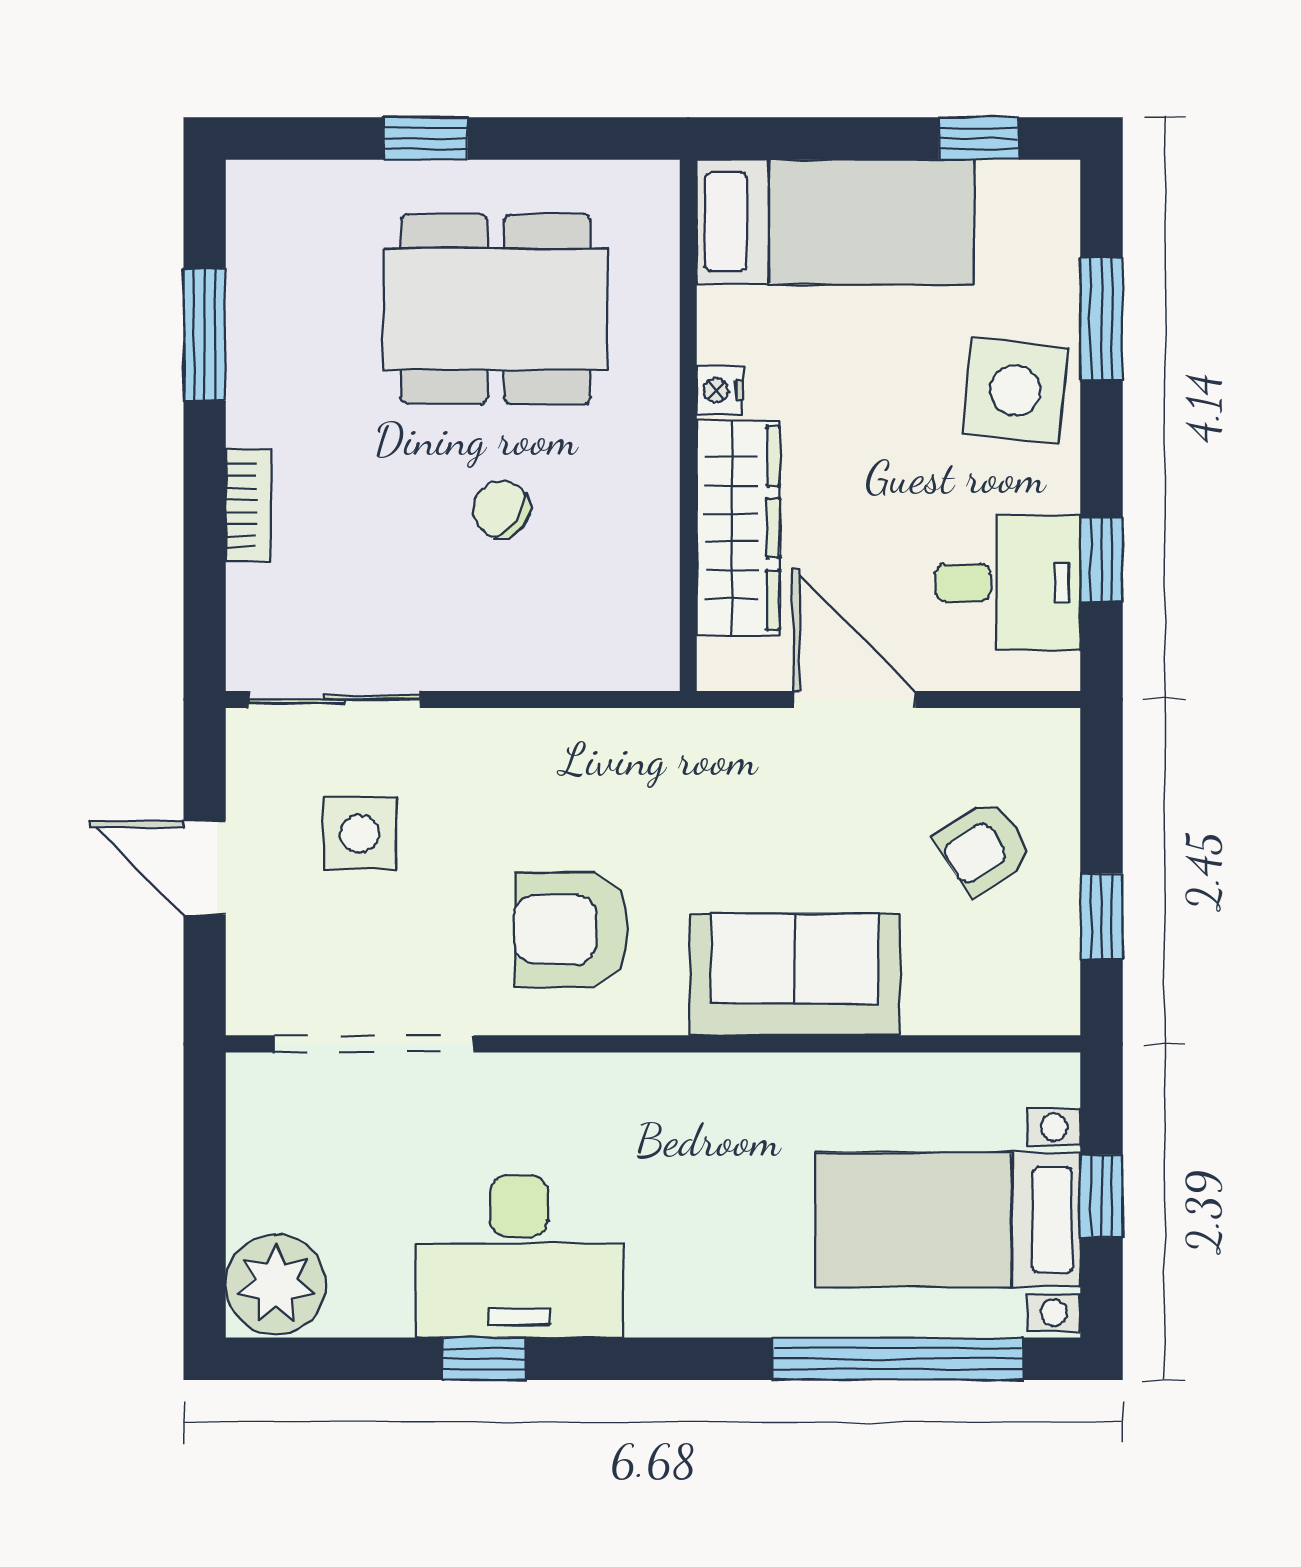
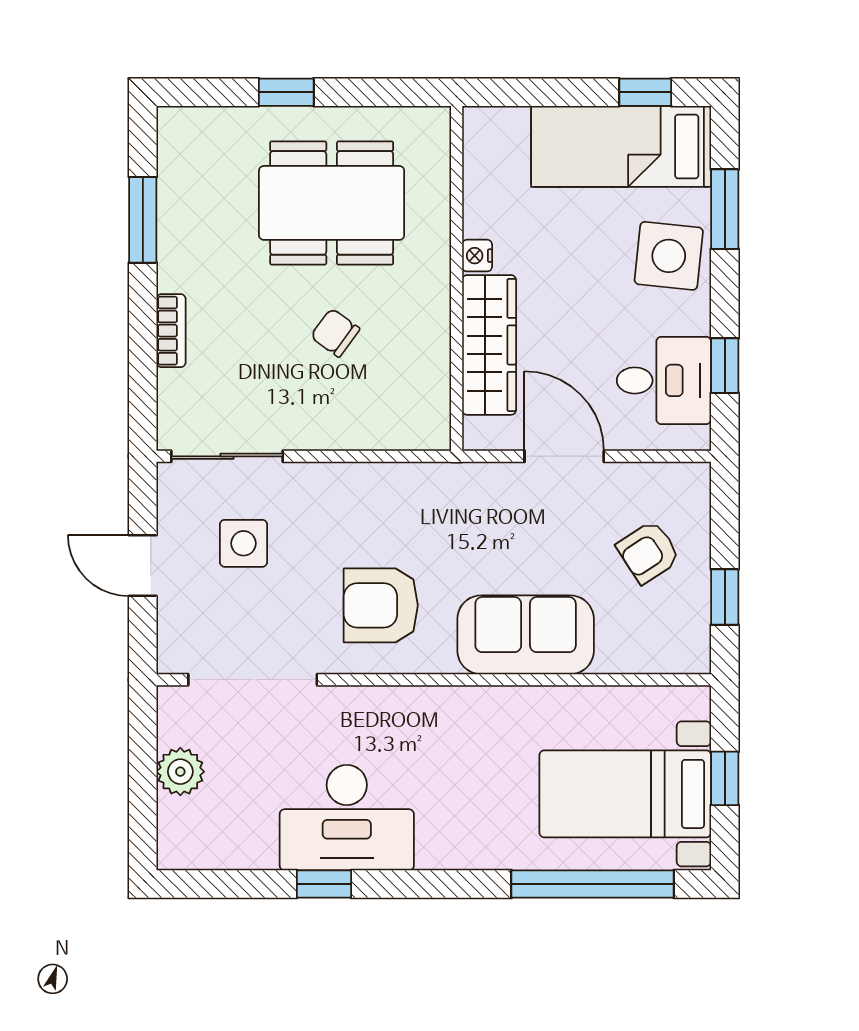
bed: (835, 222) -> (621, 146), moved, turned 180
plant: (276, 1284) -> (180, 772), moved, width x0.73, depth x0.73

